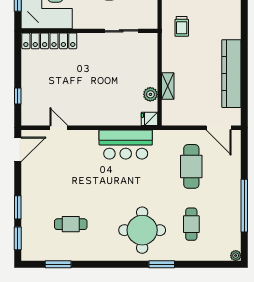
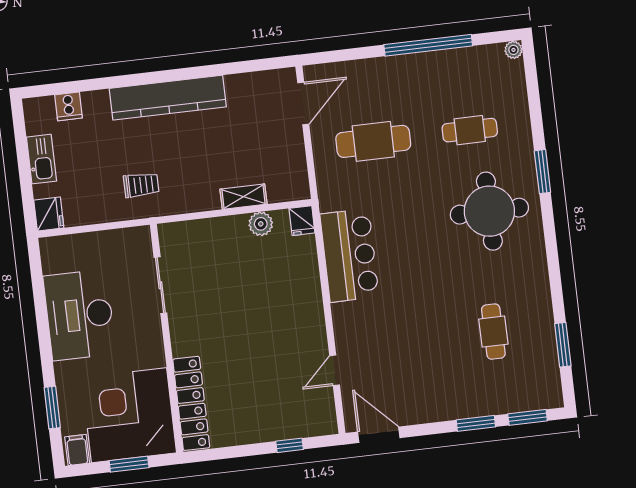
kitchen counter: (231, 74) -> (168, 98), moved

